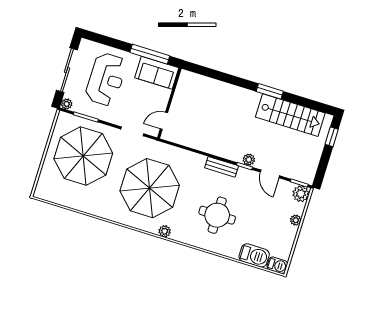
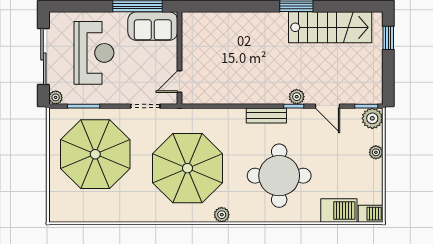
round table: (217, 215) -> (279, 176), width x1.36, depth x1.36

